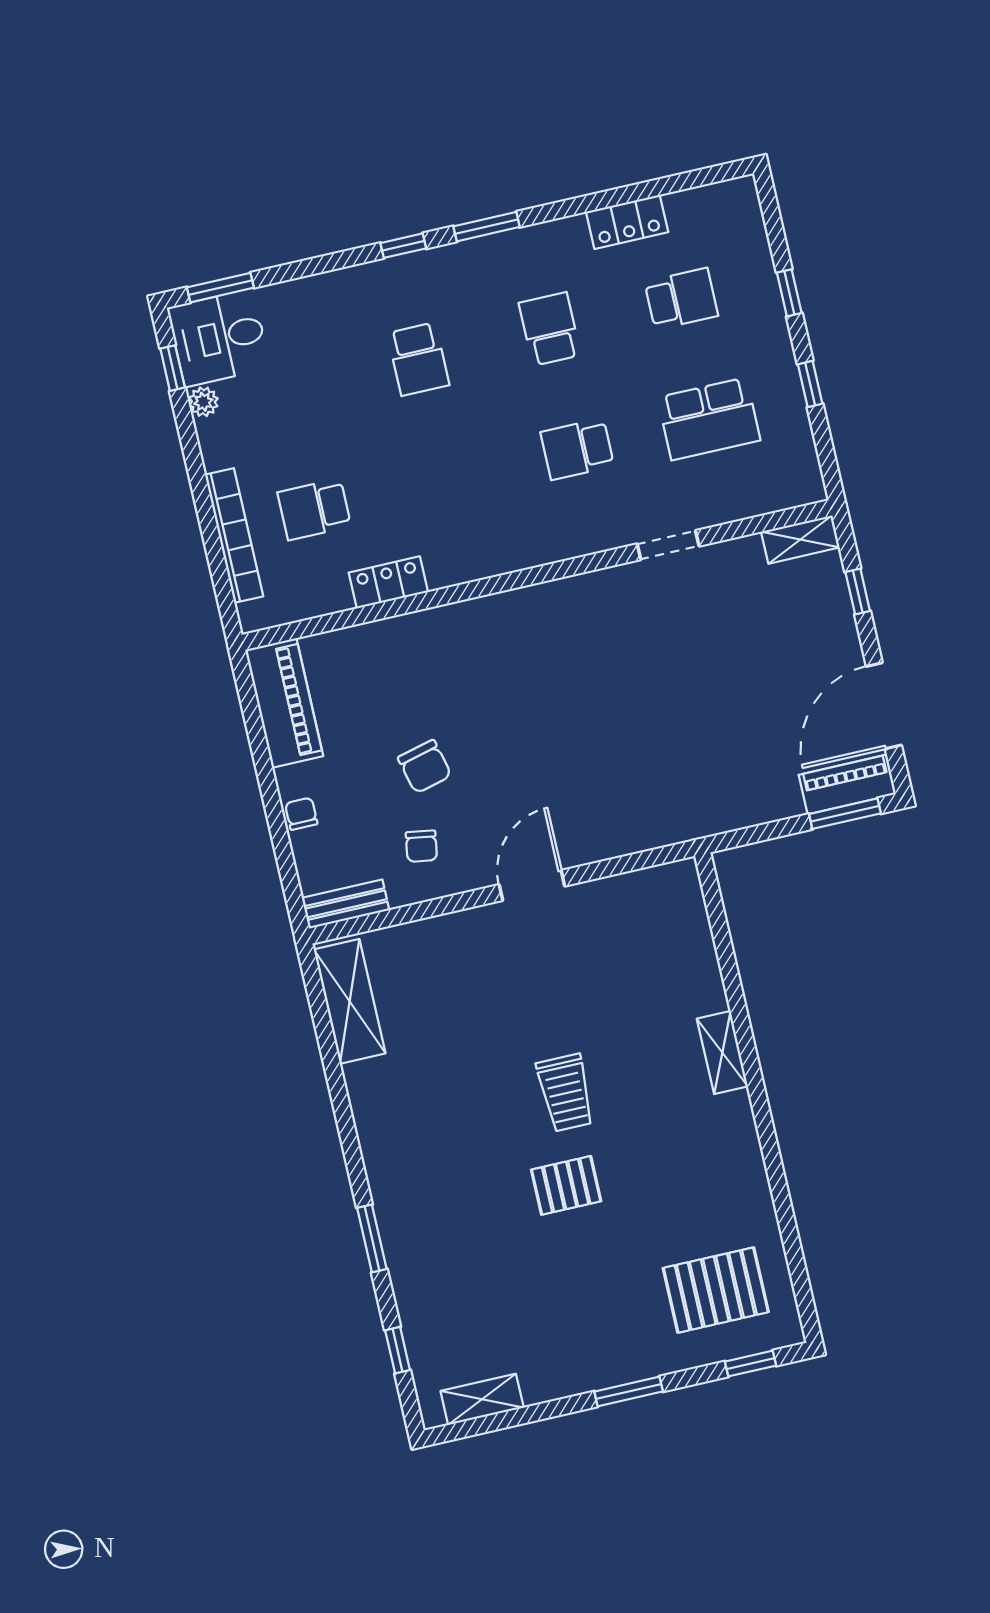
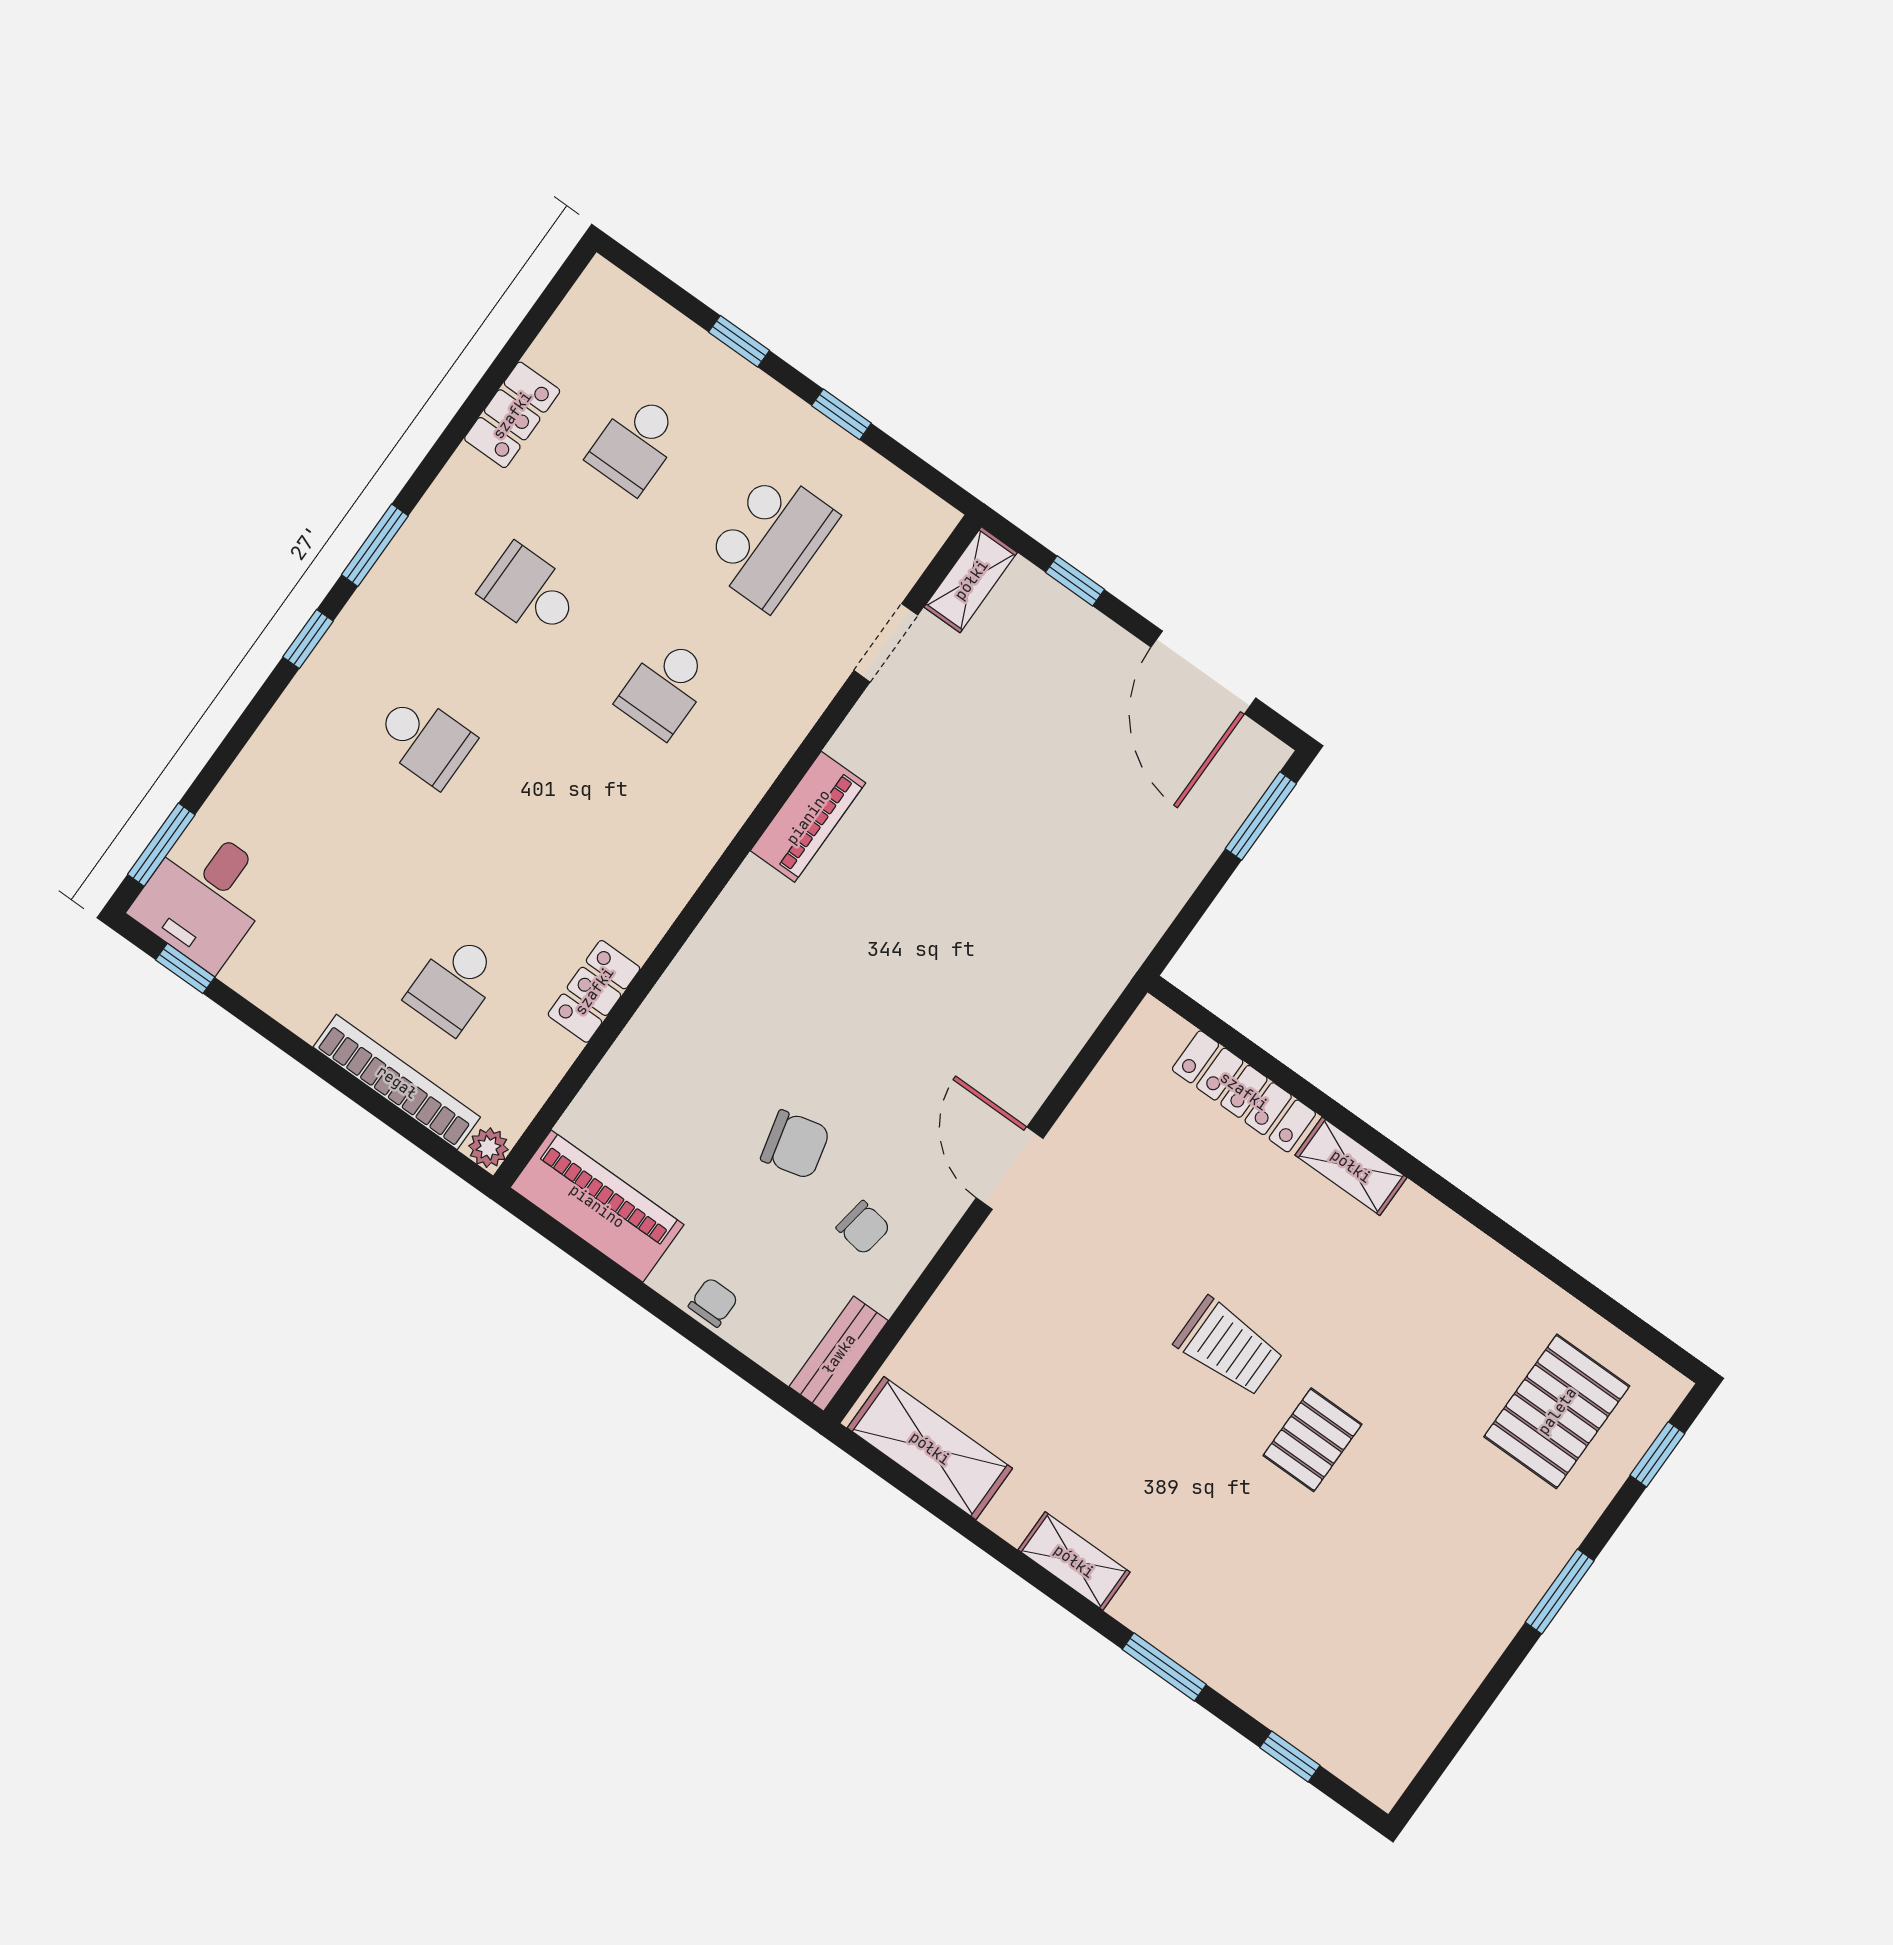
school desk: (681, 299) -> (636, 444), turned 180
plant: (203, 402) -> (488, 1148), moved
doorway: (668, 545) -> (886, 643), moved
piano: (847, 784) -> (808, 817), moved, turned 180
chair: (301, 814) -> (713, 1302), turned 90
locker: (700, 958) -> (1244, 1091), added
shelving: (482, 1399) -> (1074, 1561), moved, turned 90

